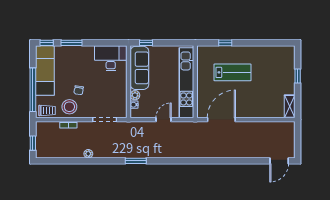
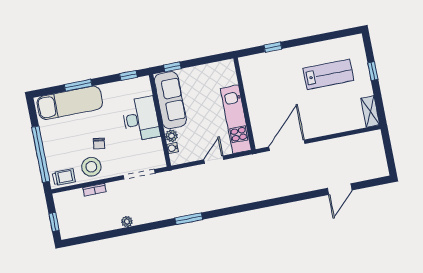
window: (47, 43) -> (128, 75), moved
desk: (111, 58) -> (141, 119), moved, turned 90
exam couch: (45, 70) -> (70, 103), moved, turned 90
lab bench: (232, 72) -> (328, 74), moved
kitchen unit: (186, 83) -> (236, 119), width x0.73
door: (279, 161) -> (340, 189), moved

